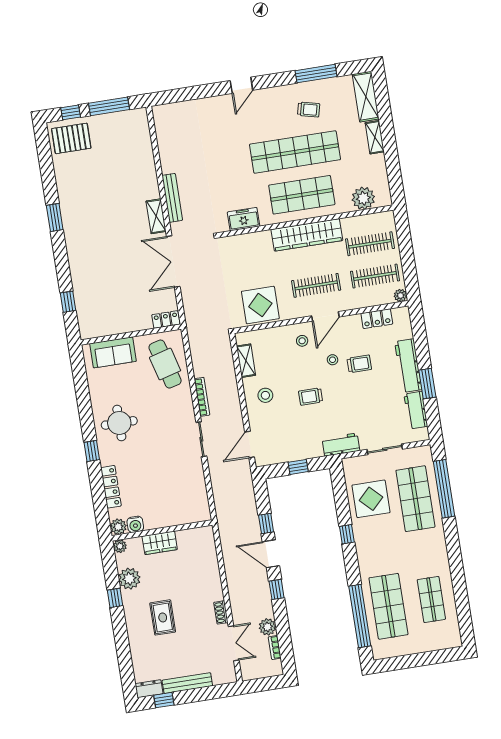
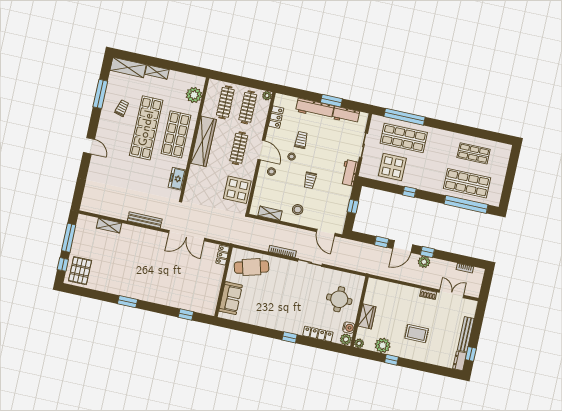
shelving: (156, 216) -> (109, 226), moved
round table: (119, 423) -> (339, 299), moved
plant: (267, 627) -> (424, 262), moved

